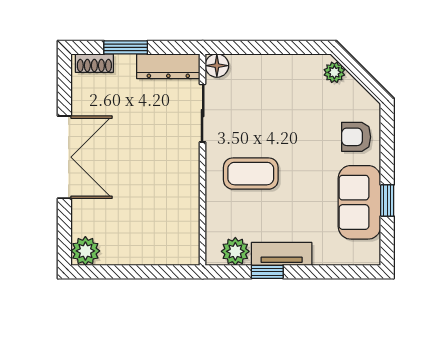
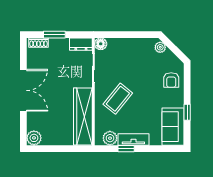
dresser: (168, 66) -> (81, 44), width x0.70
armchair: (356, 137) -> (171, 80), turned -90
coffee table: (251, 174) -> (118, 99), turned -51
sofa: (359, 202) -> (173, 127), moved
wardrobe: (182, 209) -> (83, 117), added

